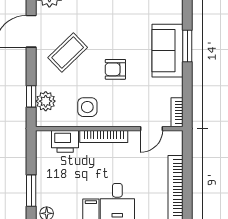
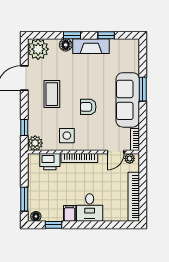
sofa: (167, 51) -> (128, 100), width x1.36
coffee table: (68, 52) -> (52, 94), turned -46
plant: (46, 101) -> (35, 143), moved
plant: (170, 137) -> (130, 158), added

